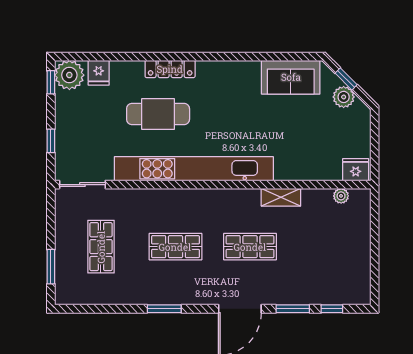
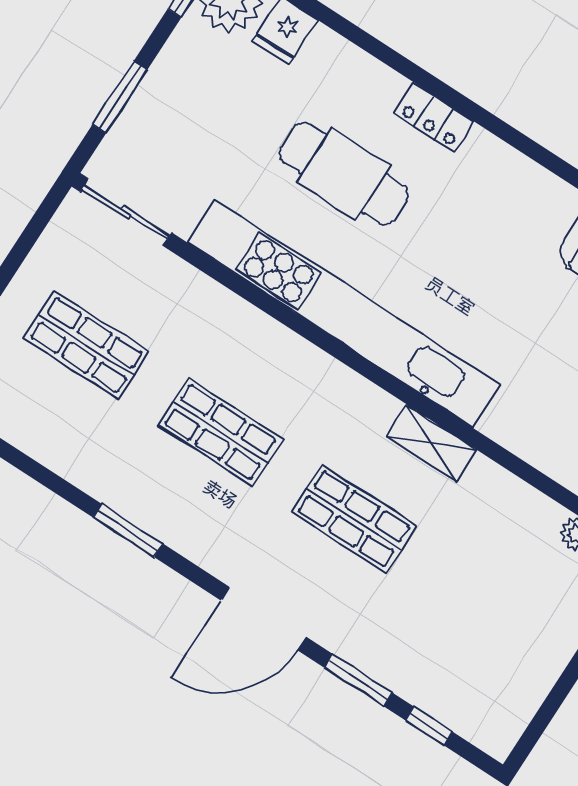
locker: (170, 69) -> (434, 117), width x0.66
window: (51, 141) -> (120, 97), width x1.50
shelving: (281, 197) -> (431, 443), moved
shop shelf: (101, 247) -> (87, 345), turned 90

